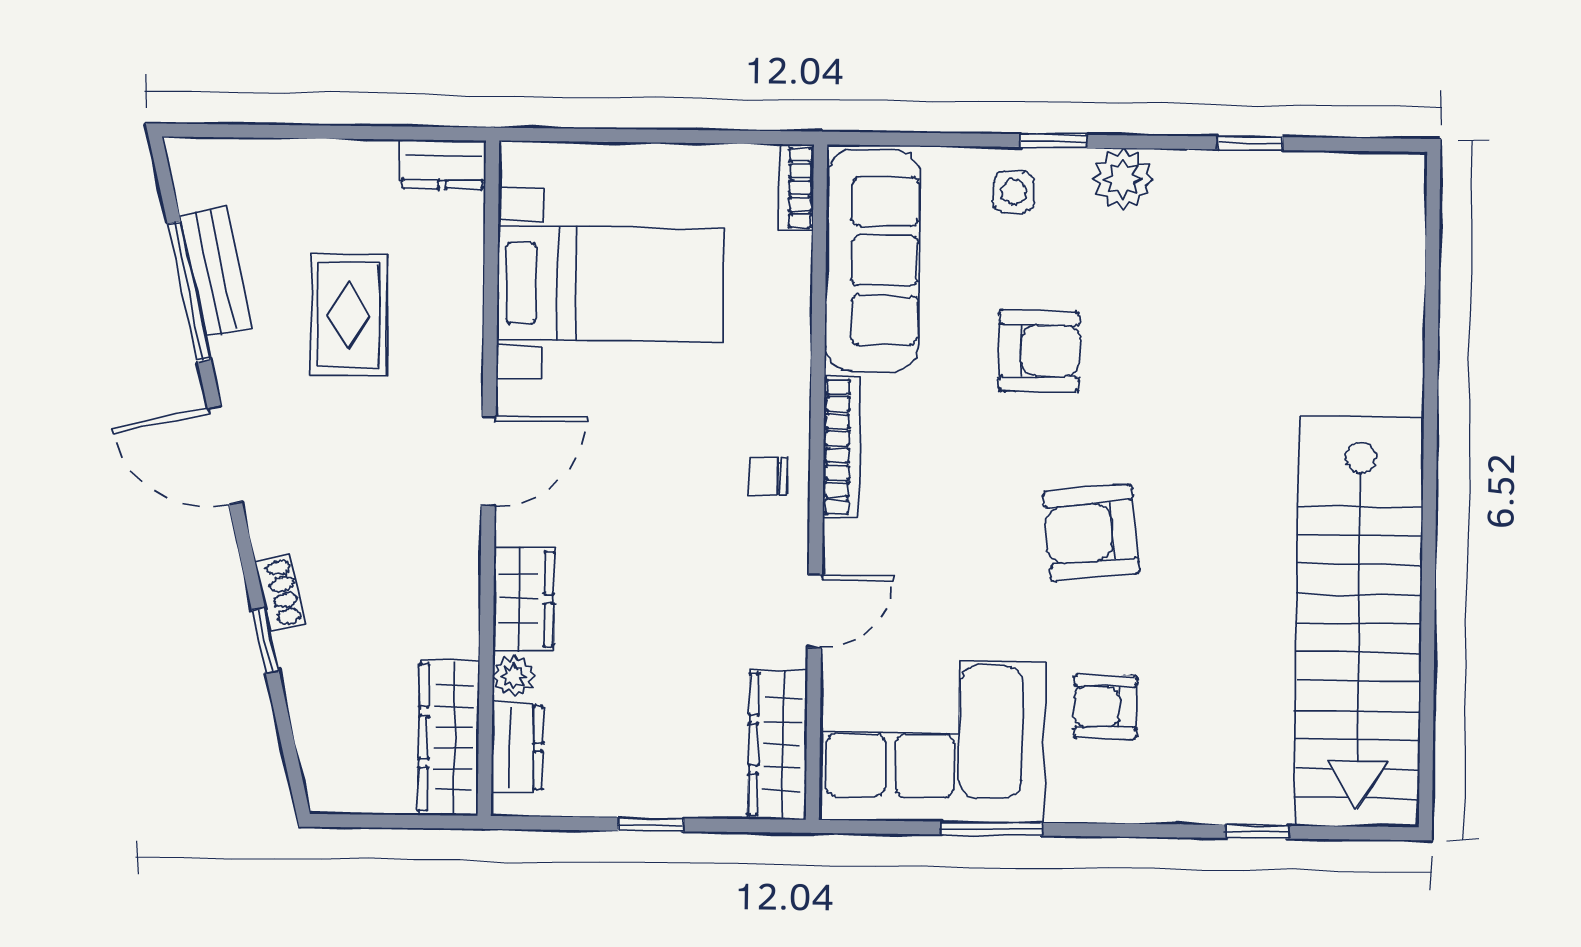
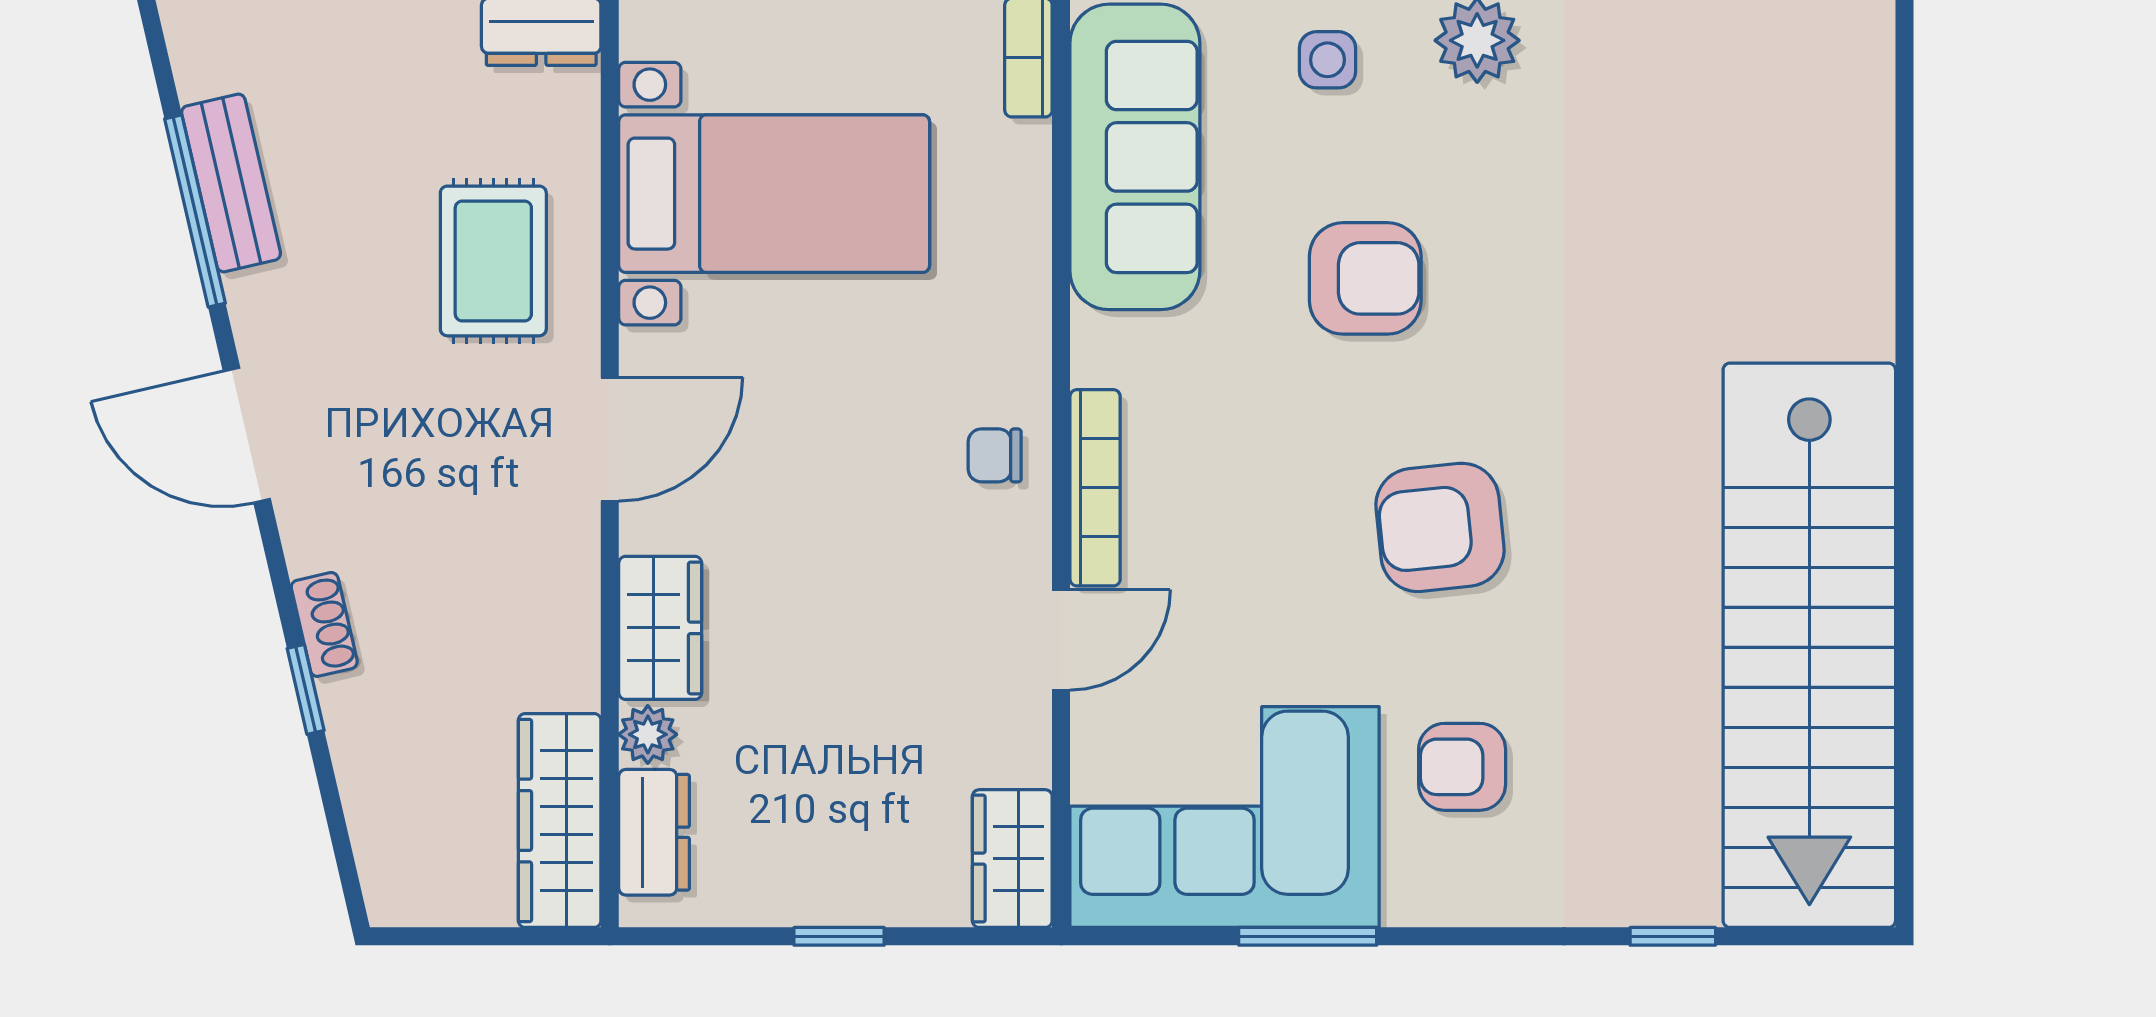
rug: (349, 315) -> (493, 261), moved
bookcase: (842, 447) -> (1095, 488), moved
wardrobe: (778, 744) -> (1012, 859), width x0.67

